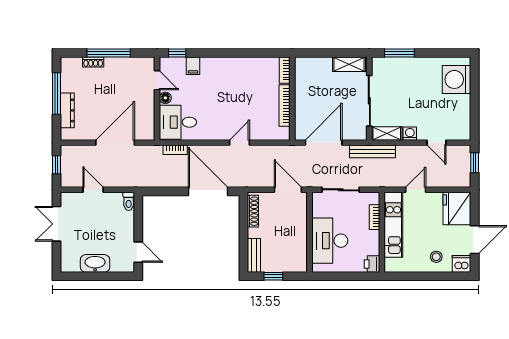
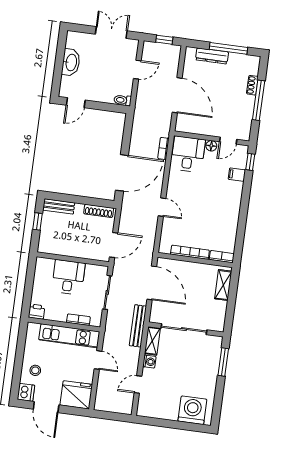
shelving: (349, 64) -> (223, 285), moved
window: (475, 163) -> (115, 416), removed
desk: (330, 241) -> (68, 277), width x0.73

